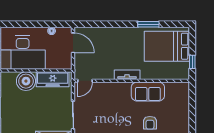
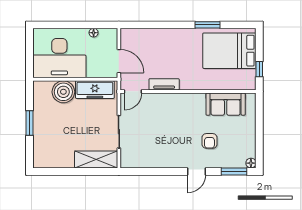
door: (73, 43) -> (119, 61), moved
tv unit: (127, 75) -> (164, 84), moved
sofa: (148, 91) -> (226, 104), moved

